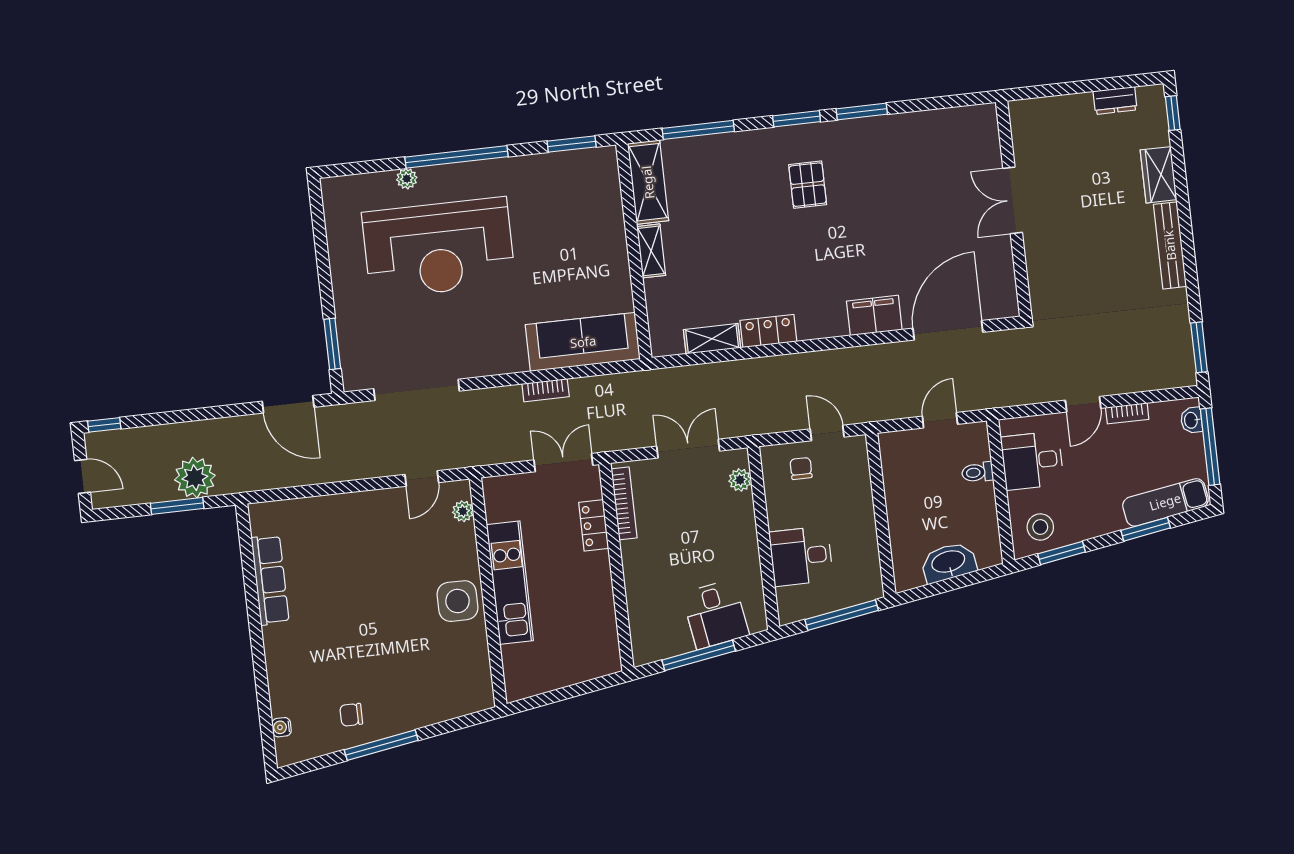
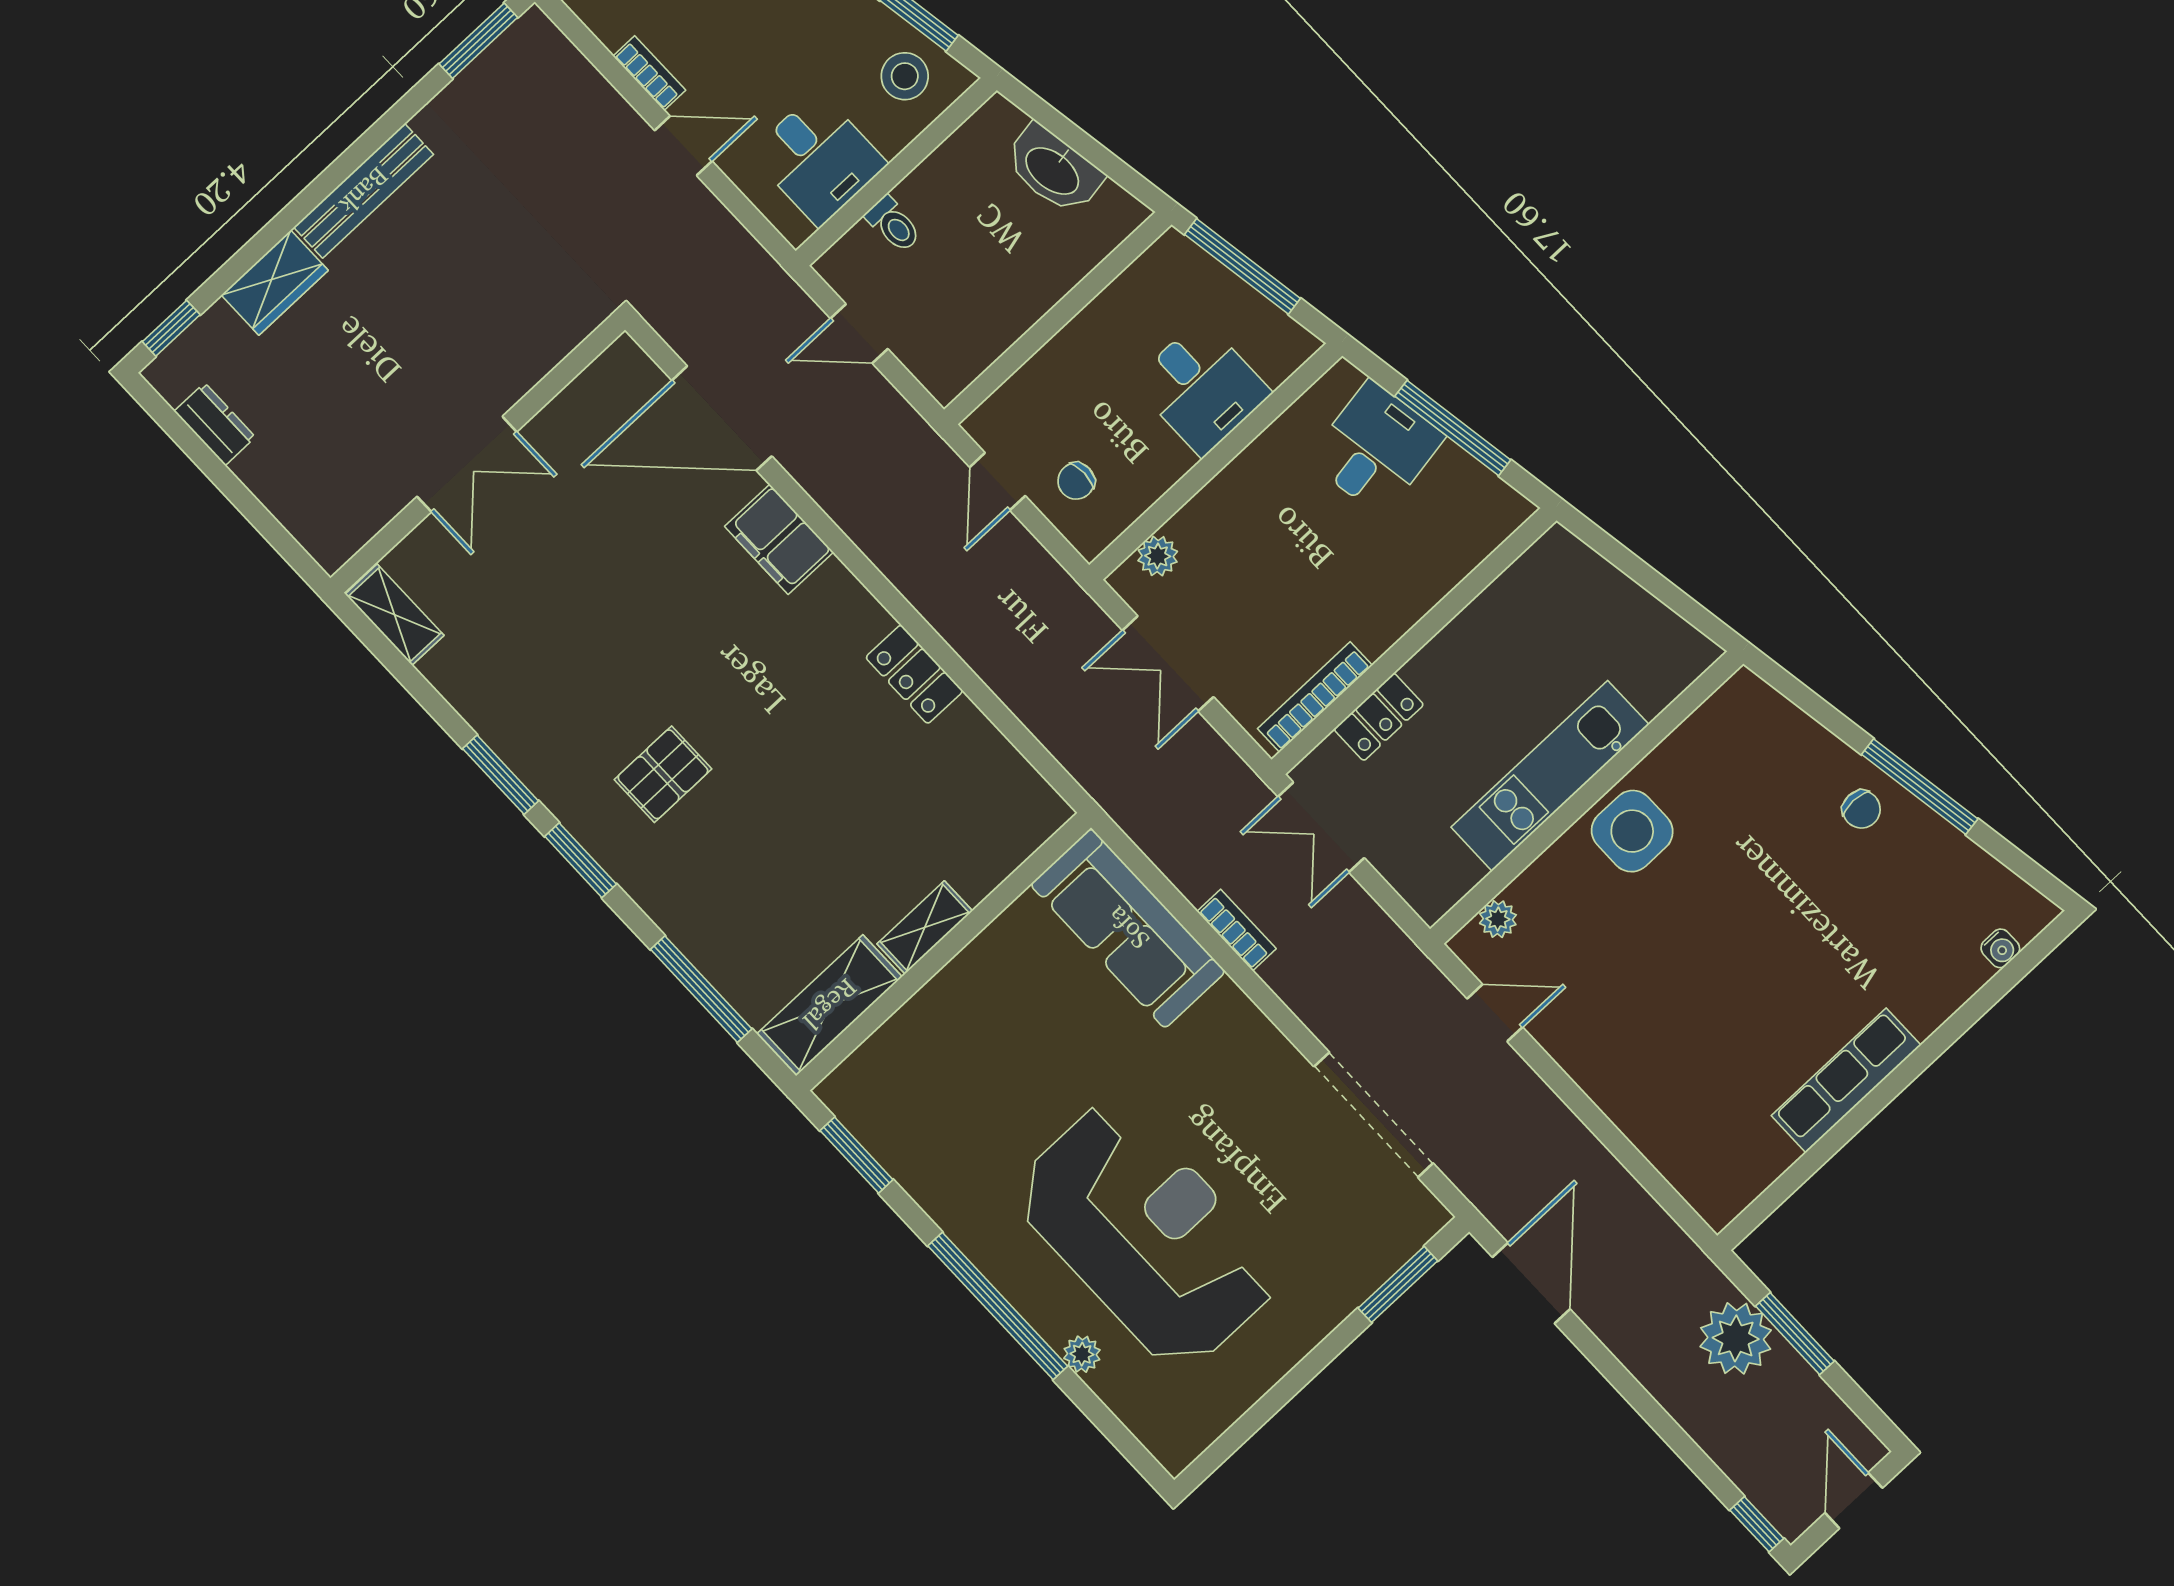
shelving: (712, 339) -> (395, 615), moved
row of seats: (270, 580) -> (1846, 1080), moved
chair: (351, 715) -> (1861, 809), moved

